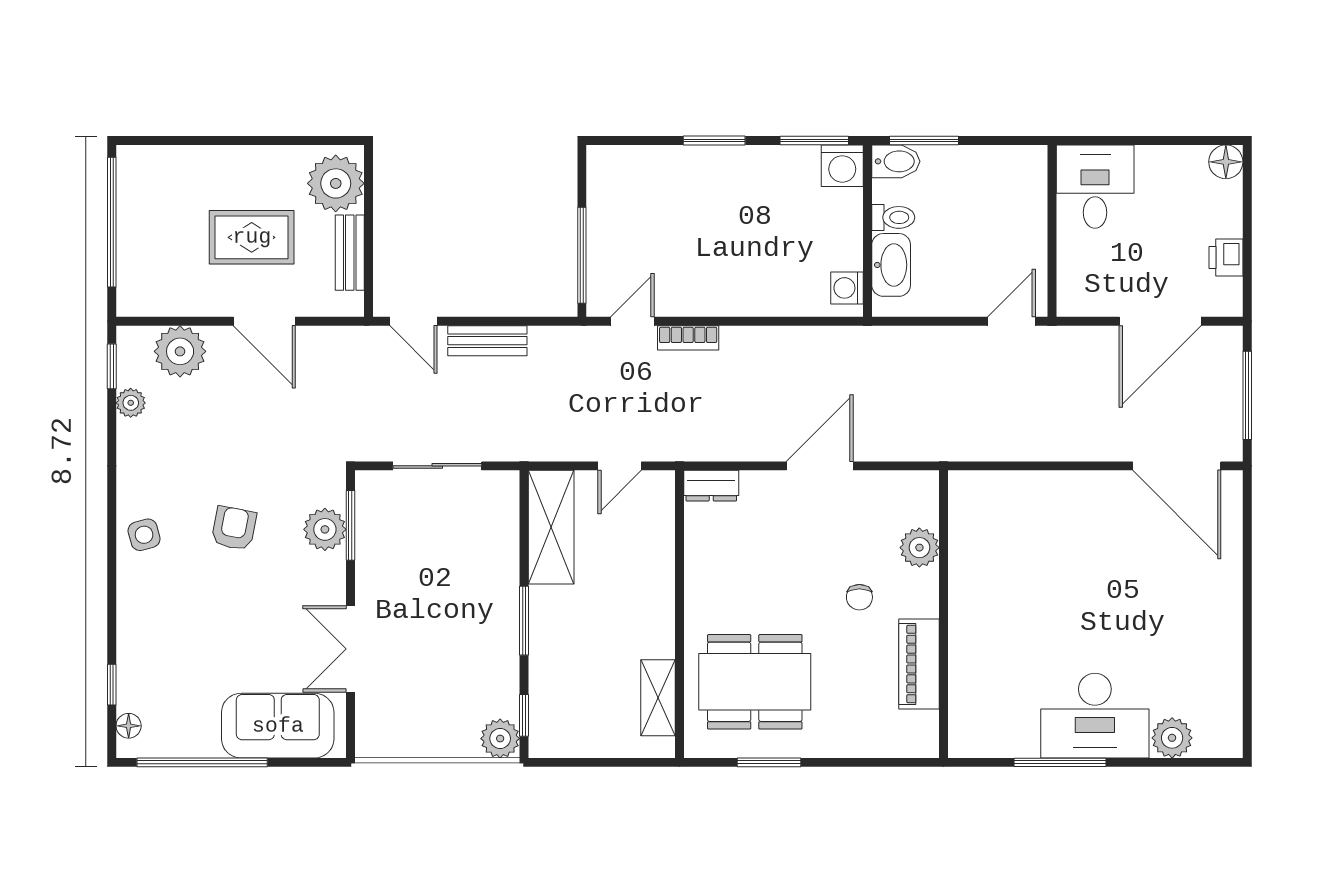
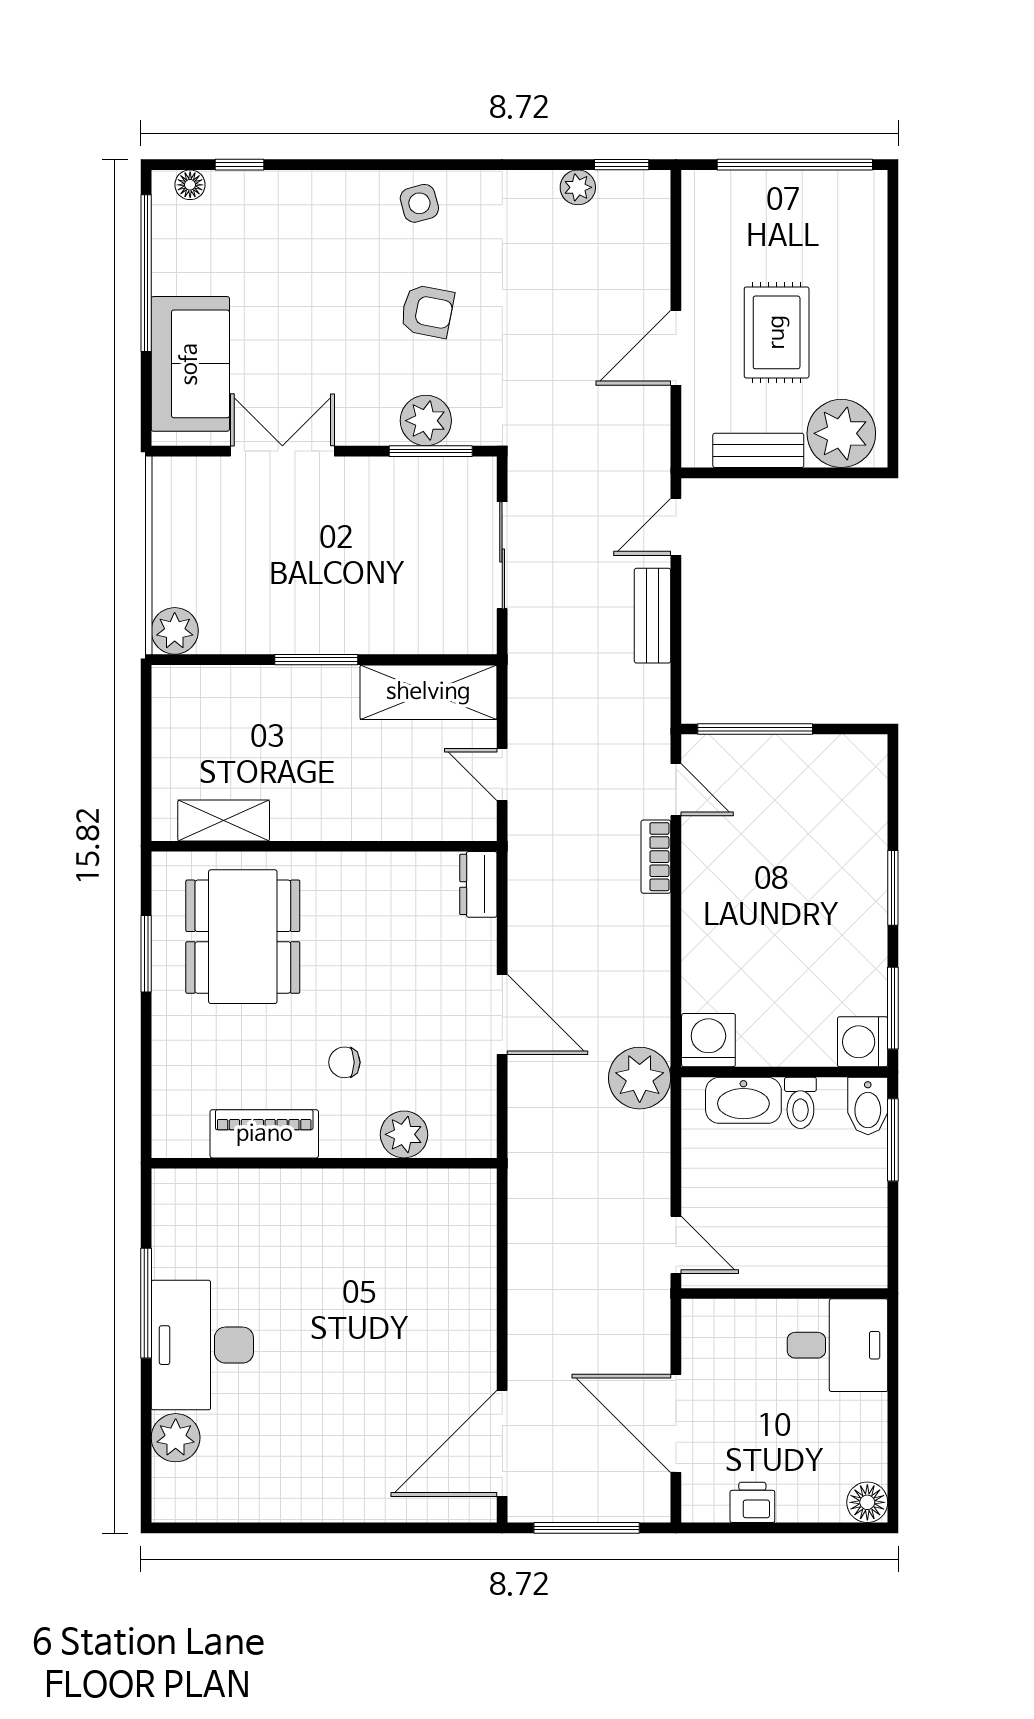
washing machine: (847, 288) -> (708, 1040), width x1.38, depth x1.38
plant: (180, 351) -> (640, 1078), moved
window: (524, 715) -> (203, 660), removed

